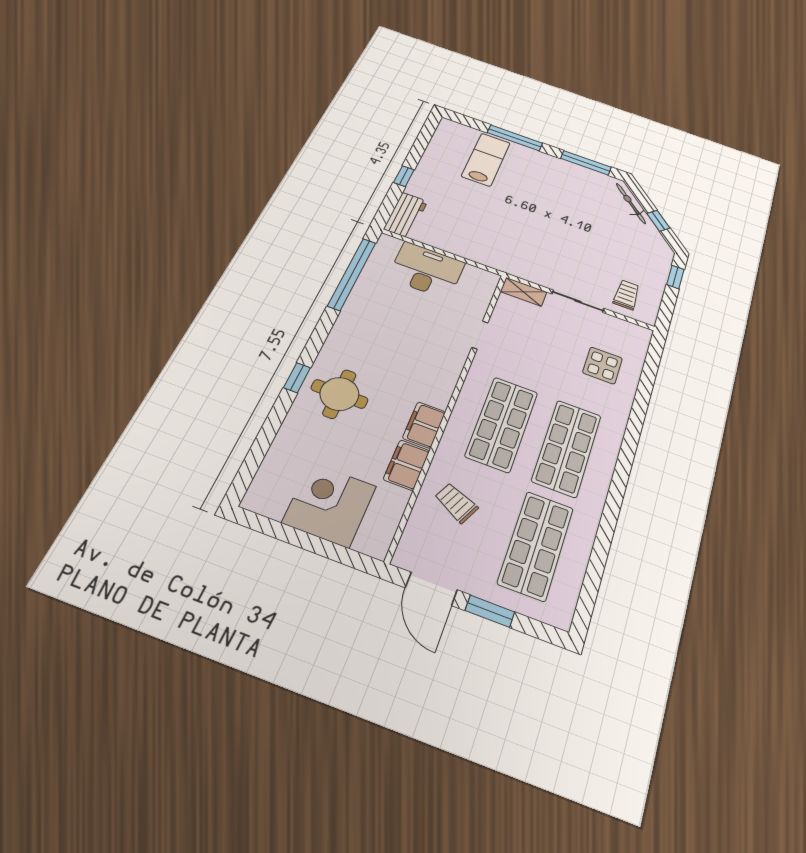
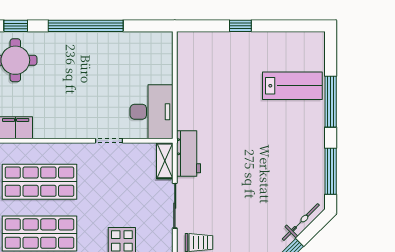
workbench: (406, 215) -> (188, 154), moved, turned -90
desk: (426, 270) -> (152, 112), moved
window: (352, 274) -> (86, 26), moved

